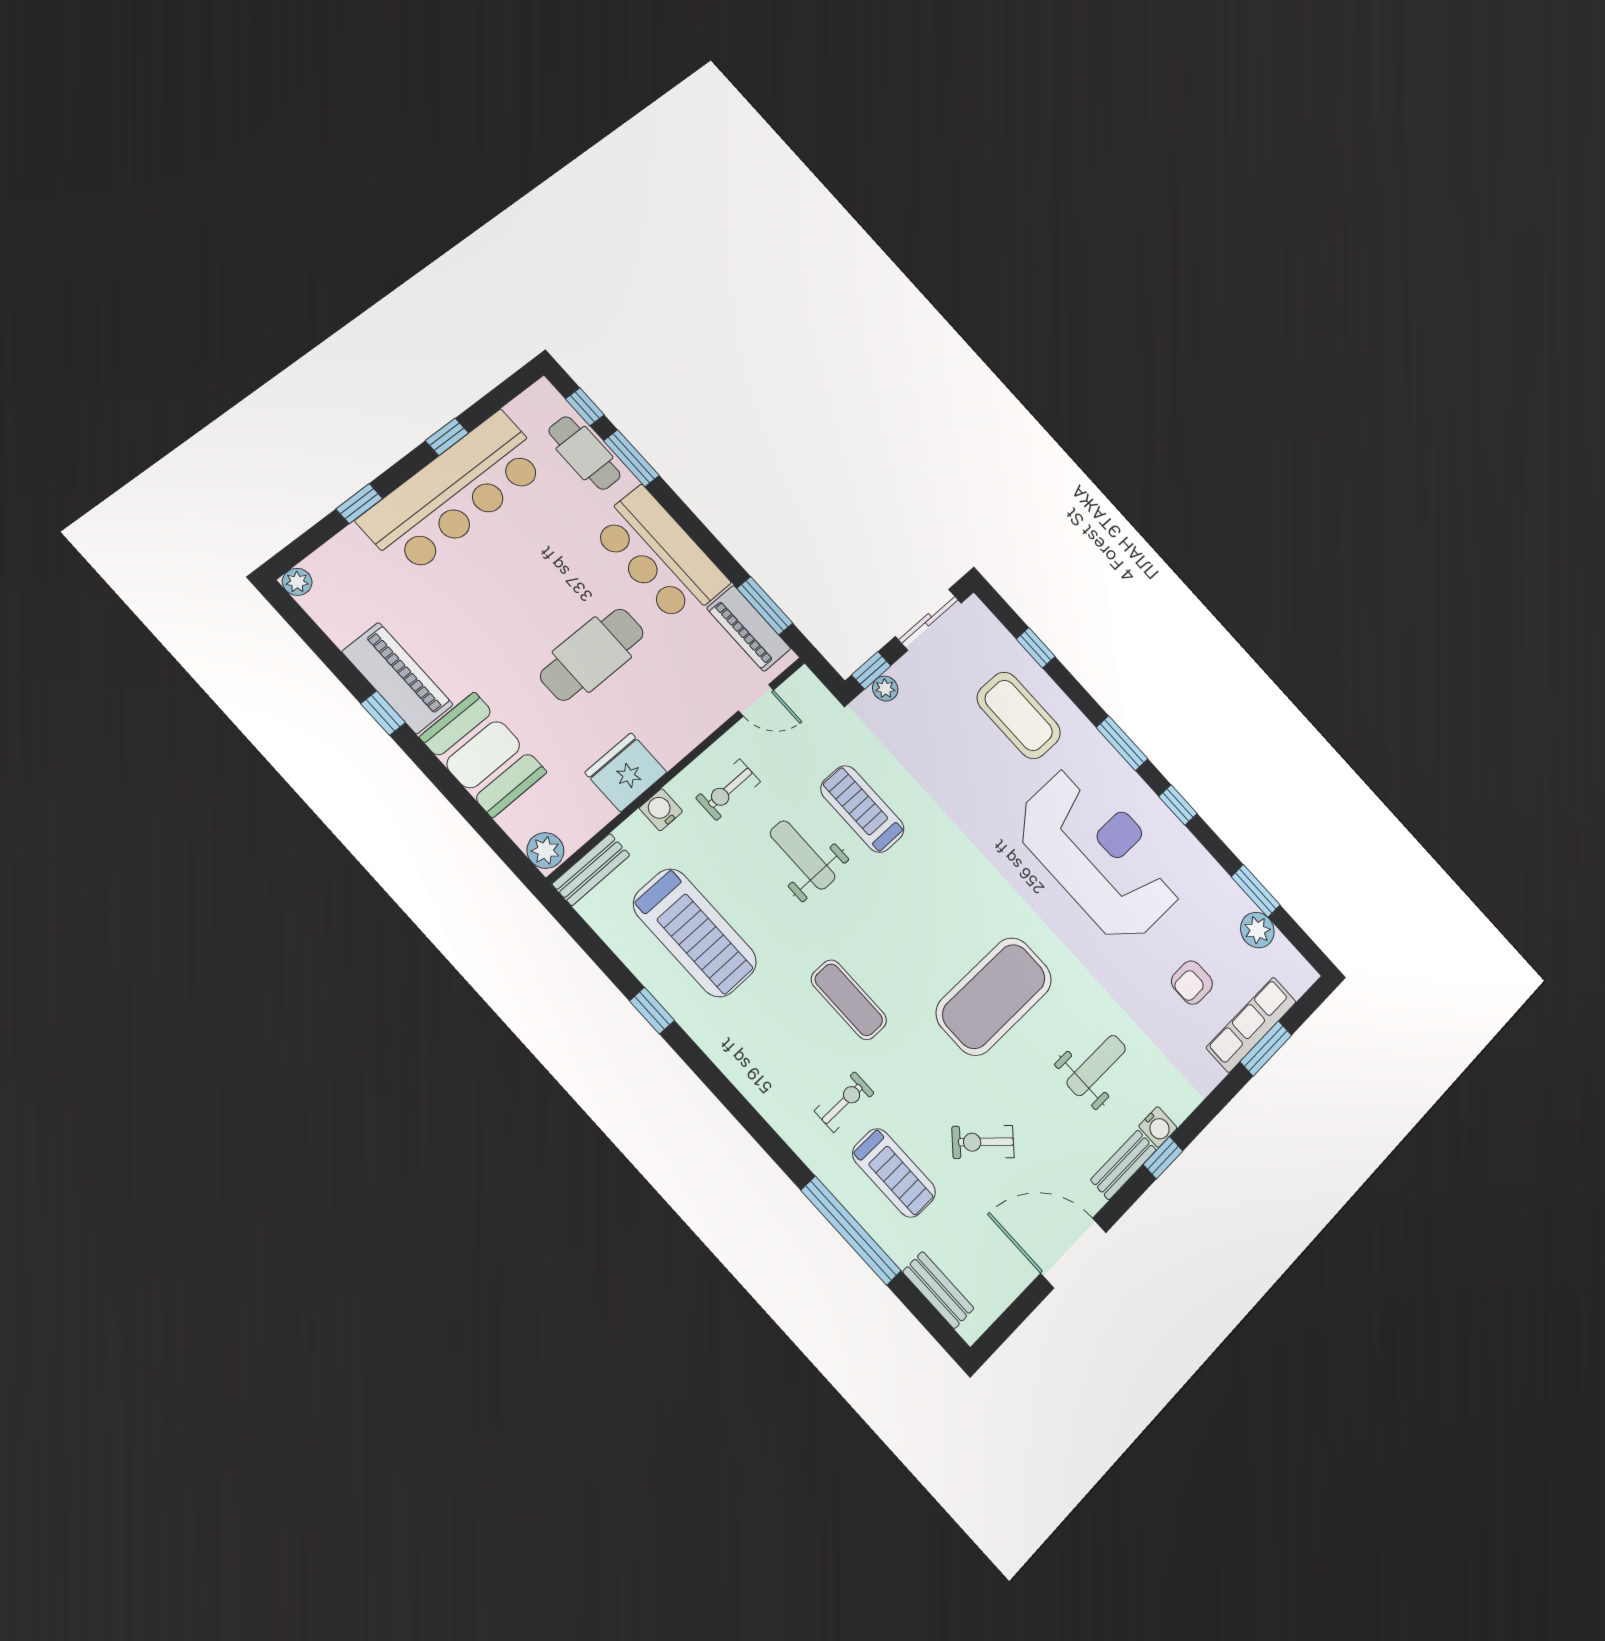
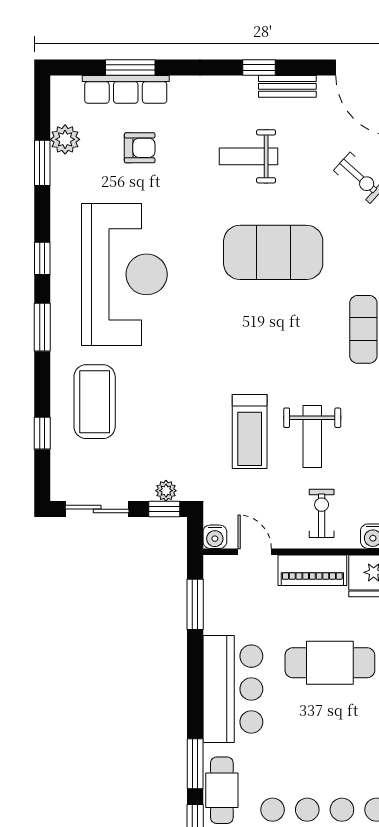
piano: (749, 628) -> (312, 570), moved, turned 90
exercise bike: (728, 790) -> (322, 513), turned -90
reception desk: (1099, 854) -> (124, 274), turned 180
water cooler: (1158, 1127) -> (215, 537), moved, turned 180

